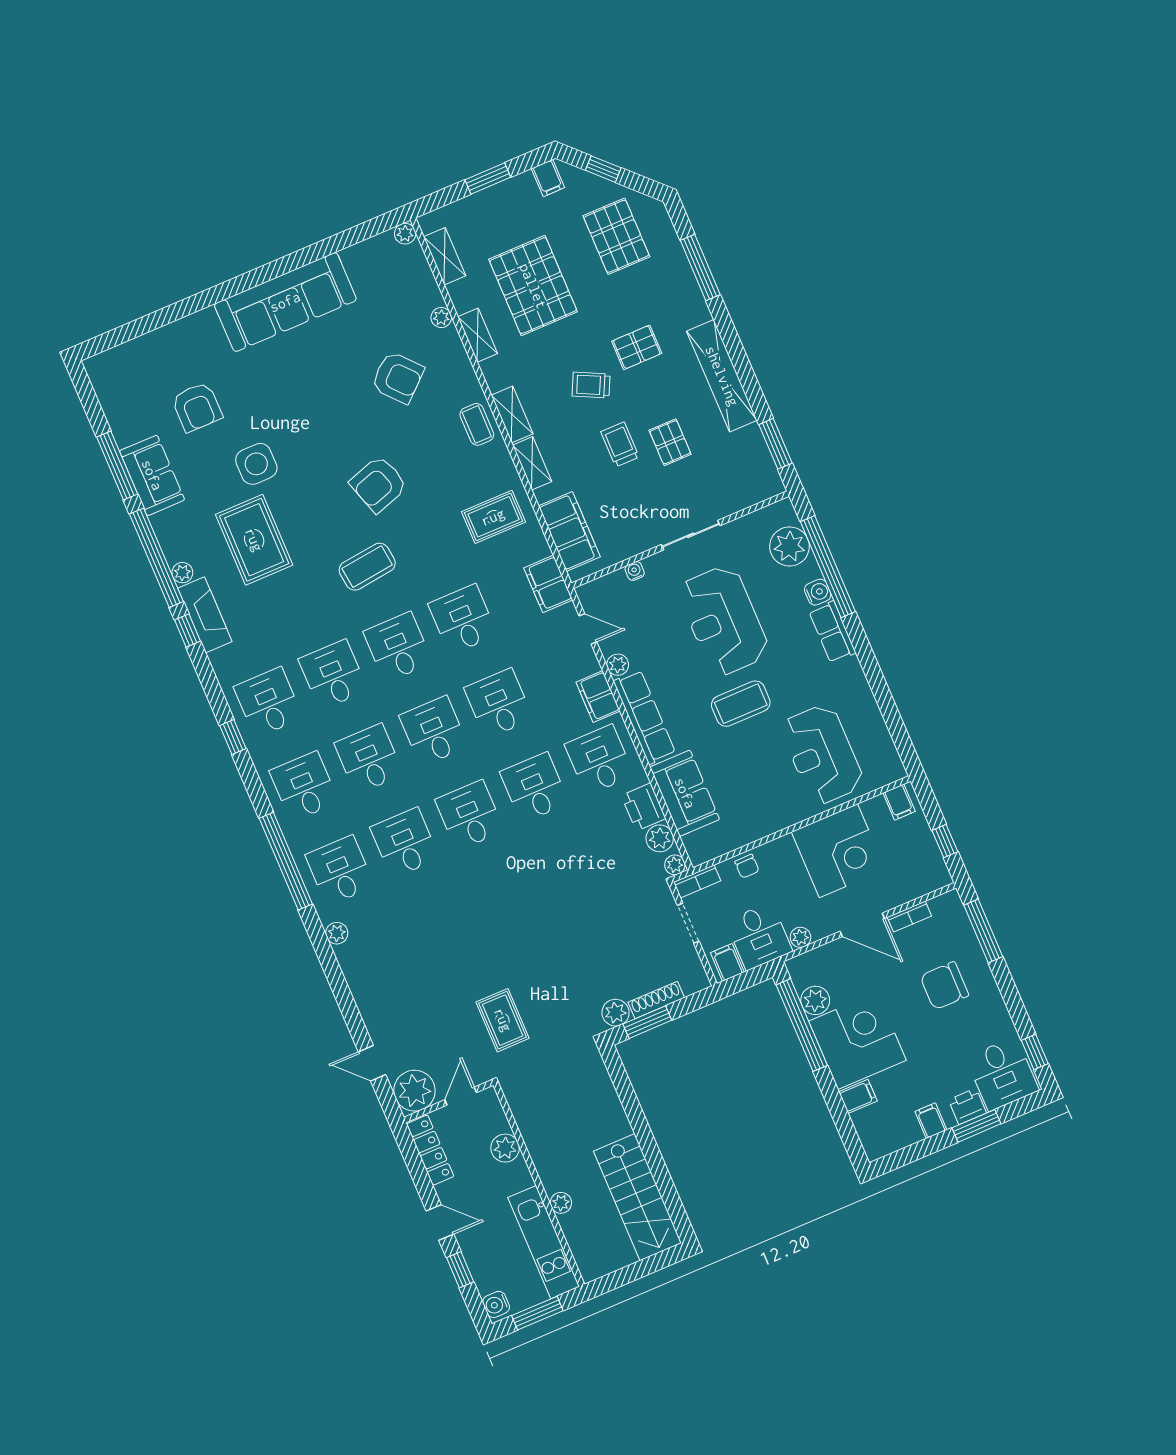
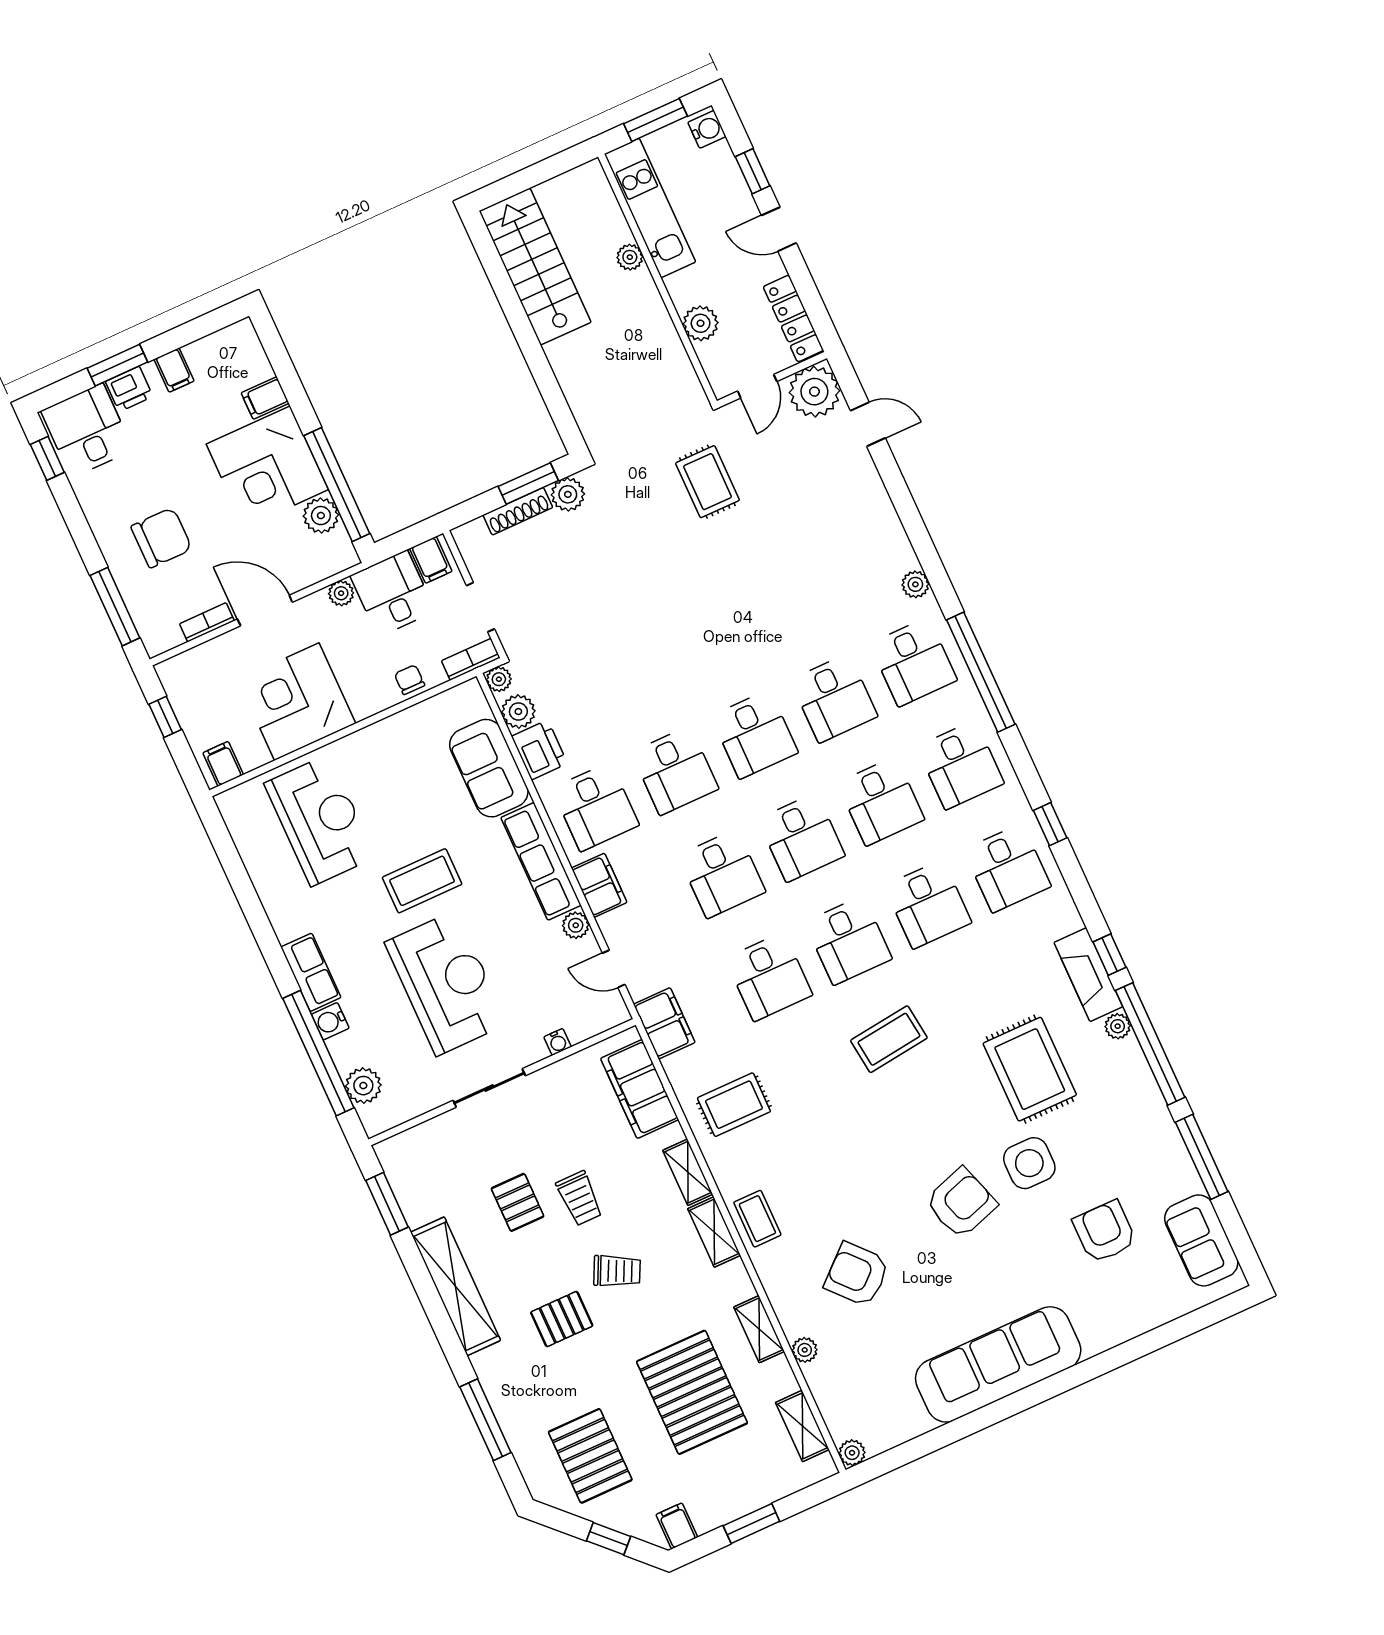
sofa: (152, 475) -> (1201, 1240), moved
armchair: (379, 484) -> (961, 1203), moved
plant: (789, 546) -> (363, 1086), width x0.73, depth x0.73

